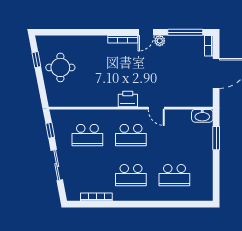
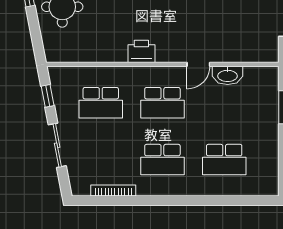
printer: (128, 99) -> (141, 51), moved
door: (156, 108) -> (198, 64), hinge flipped
washbasin: (202, 116) -> (228, 75), moved

